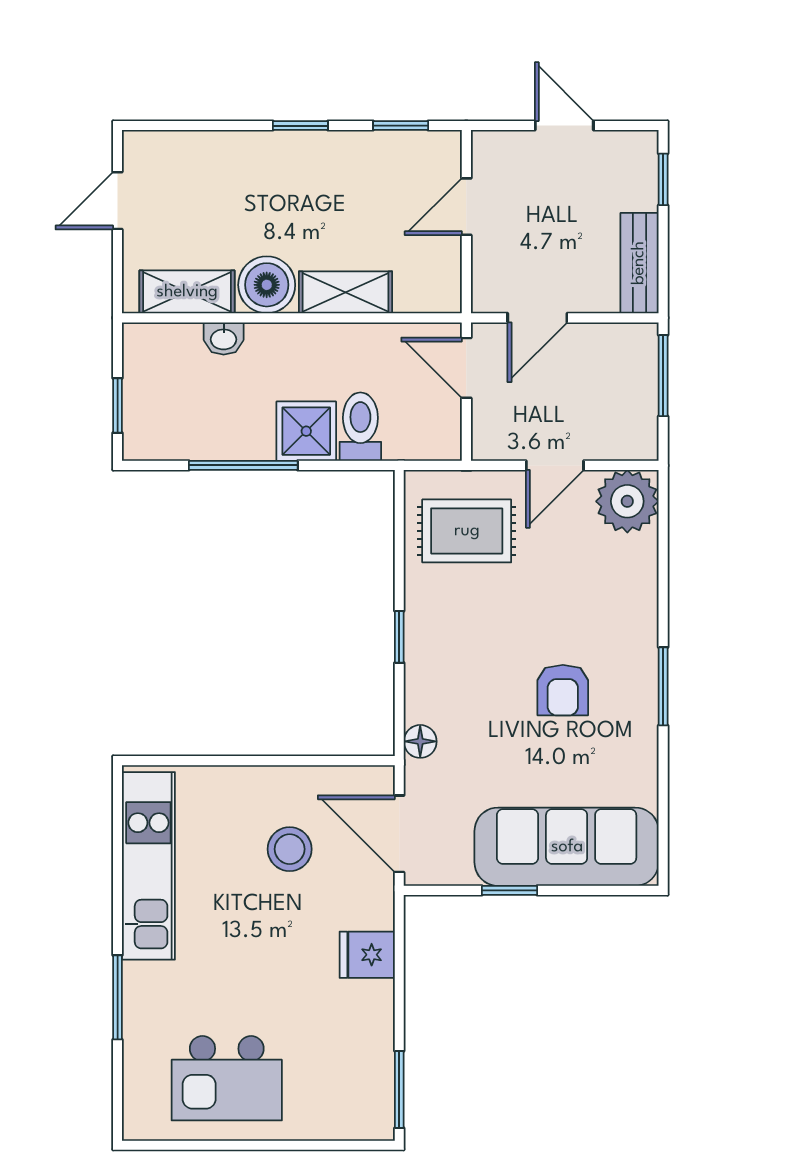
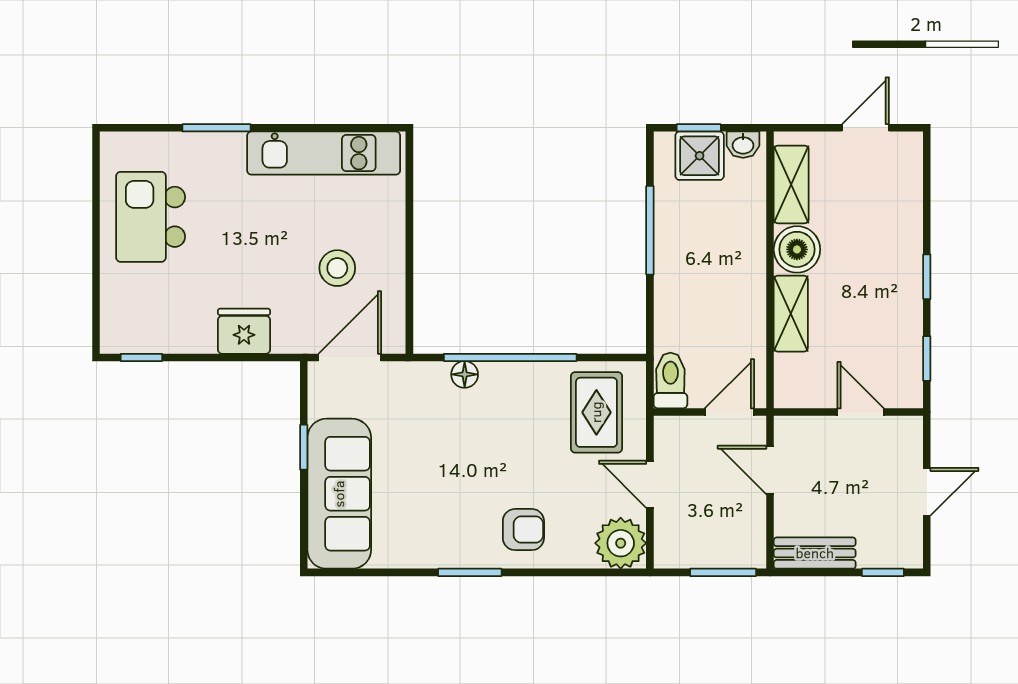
door: (118, 201) -> (866, 128), hinge flipped
washbasin: (224, 338) -> (743, 145), moved, turned -90
toilet: (360, 427) -> (670, 381), moved, turned -90
shower: (306, 431) -> (700, 156), moved
window: (399, 637) -> (510, 357), width x3.17
armchair: (563, 690) -> (523, 530), moved, turned 180
floor lamp: (420, 741) -> (465, 374), moved
fridge: (367, 955) -> (244, 331), width x1.38
window: (399, 1090) -> (141, 357), width x0.67

